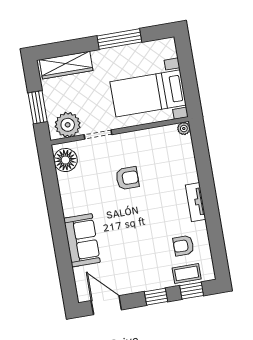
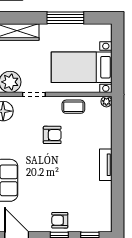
armchair: (183, 246) -> (60, 220), moved
coffee table: (187, 273) -> (73, 107), moved

